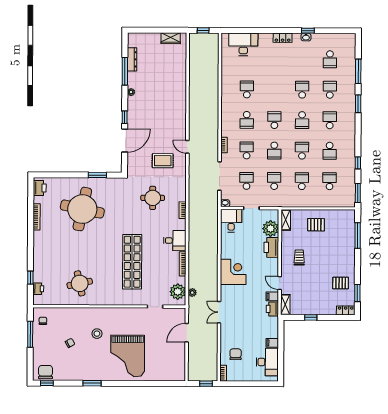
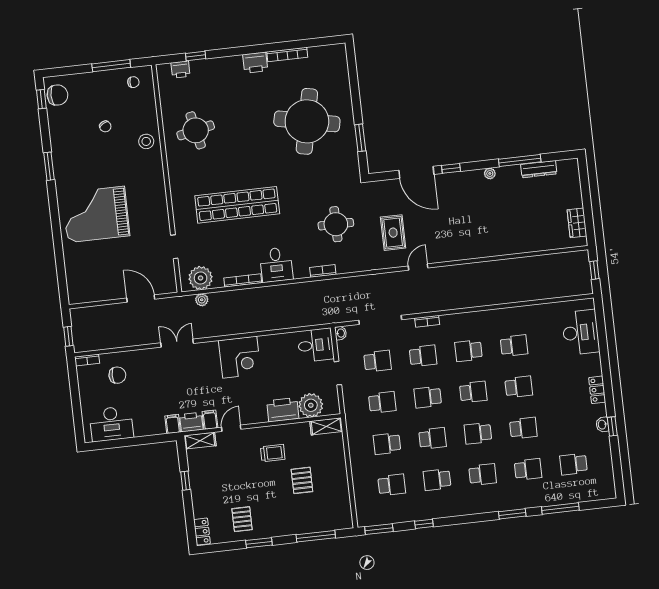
school desk: (274, 90) -> (519, 387), added
school desk: (302, 181) -> (387, 444), turned 180
printer: (40, 188) -> (255, 63), moved
pallet: (316, 225) -> (302, 480), moved
window: (357, 293) -> (259, 543), moved
stool: (97, 334) -> (146, 141), moved
filing cabinet: (272, 343) -> (173, 424), moved

